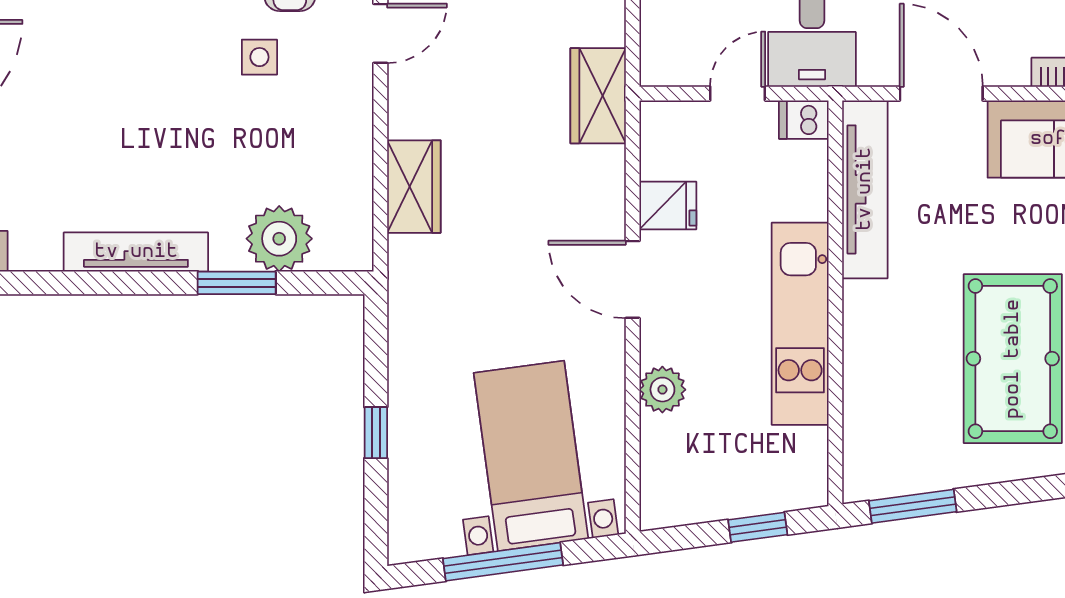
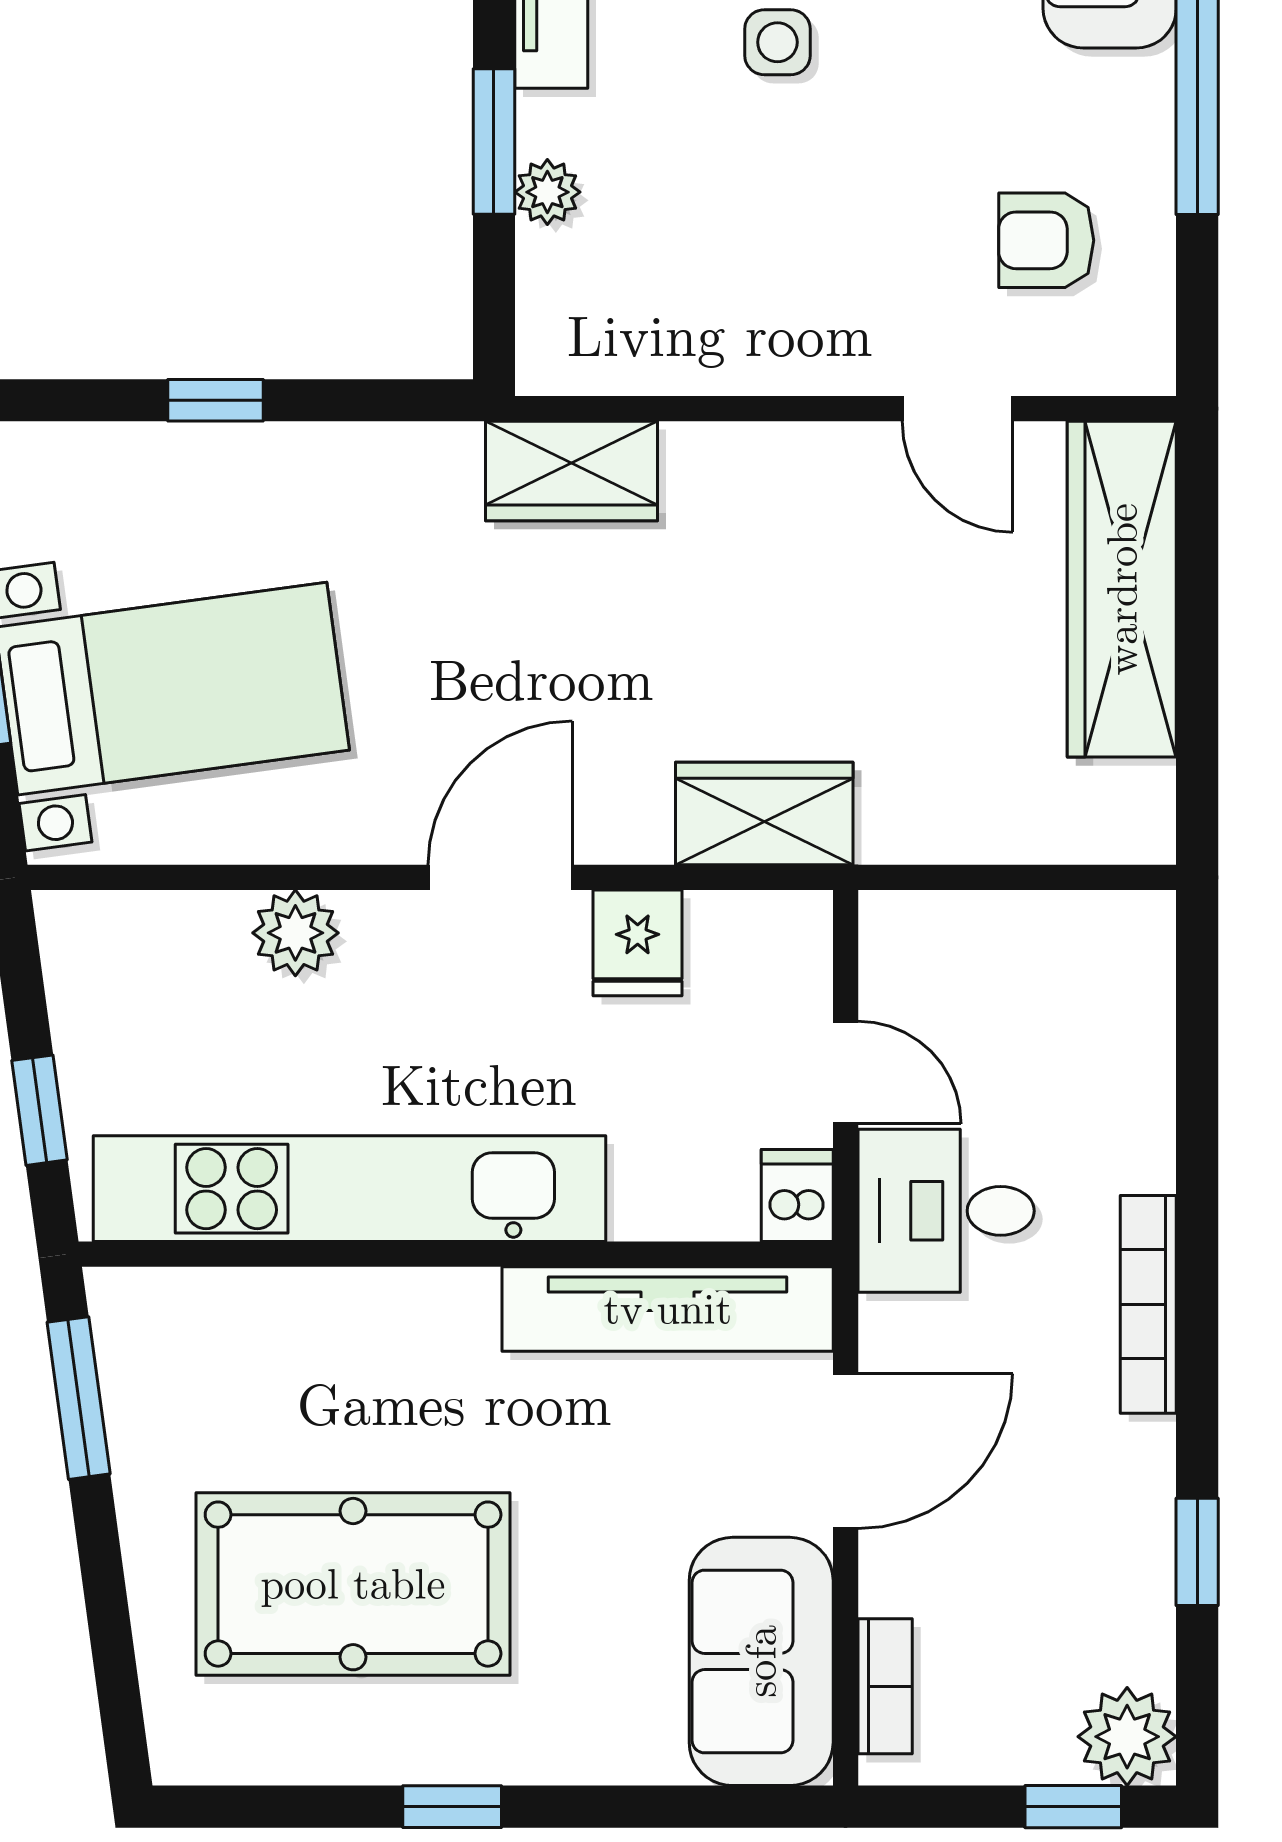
side table: (259, 57) -> (777, 42), moved
wardrobe: (598, 96) -> (764, 813), moved
wardrobe: (414, 187) -> (572, 471), moved
plant: (279, 239) -> (547, 192), width x0.53, depth x0.53
kitchen unit: (800, 324) -> (349, 1189), width x1.36

